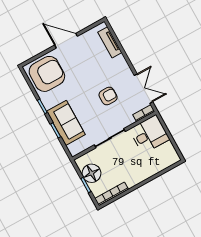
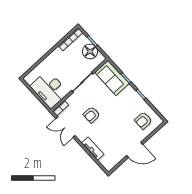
tv unit: (110, 42) -> (93, 149), moved
armchair: (47, 74) -> (143, 121), width x0.53, depth x0.53
sofa: (66, 123) -> (112, 78), moved
desk: (149, 134) -> (49, 89), width x1.37

